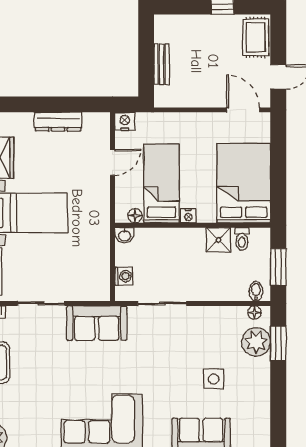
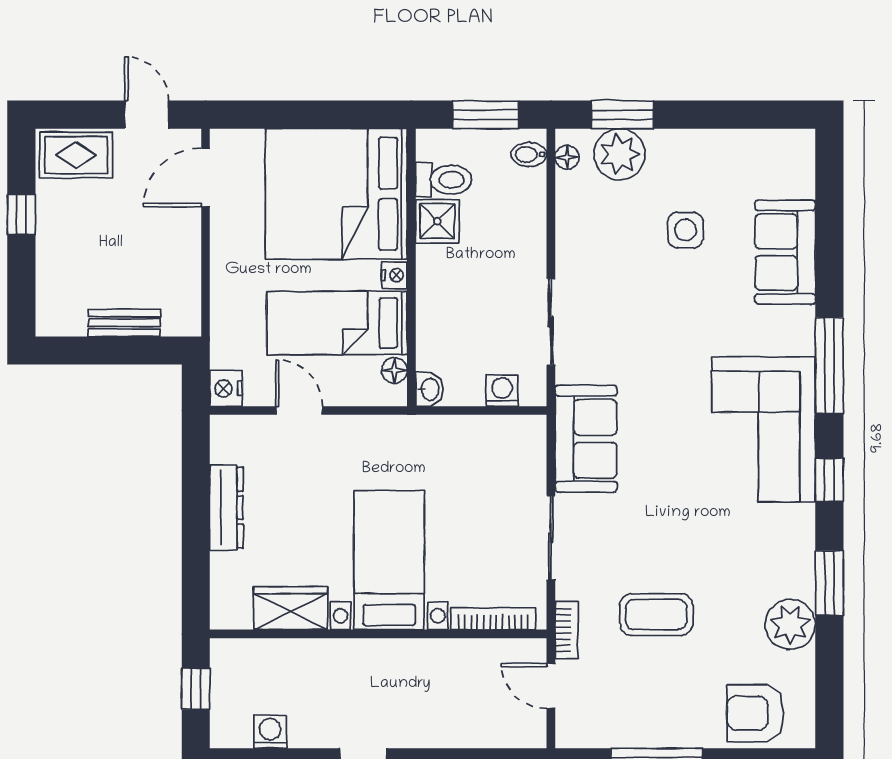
bed: (244, 183) -> (336, 194), width x1.36
toilet: (242, 239) -> (444, 180), width x1.37, depth x1.39

